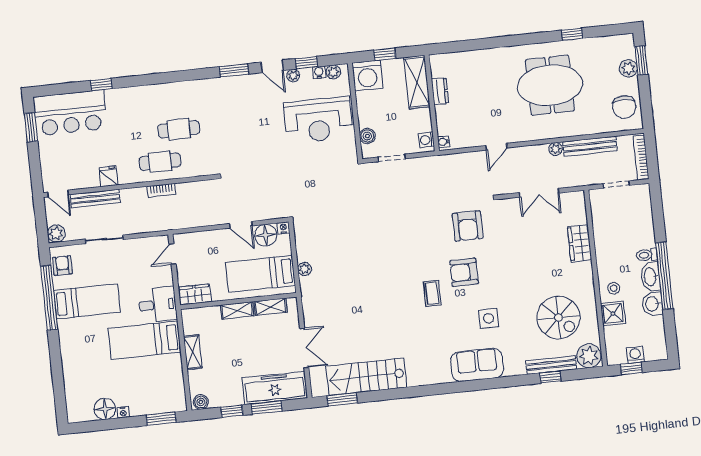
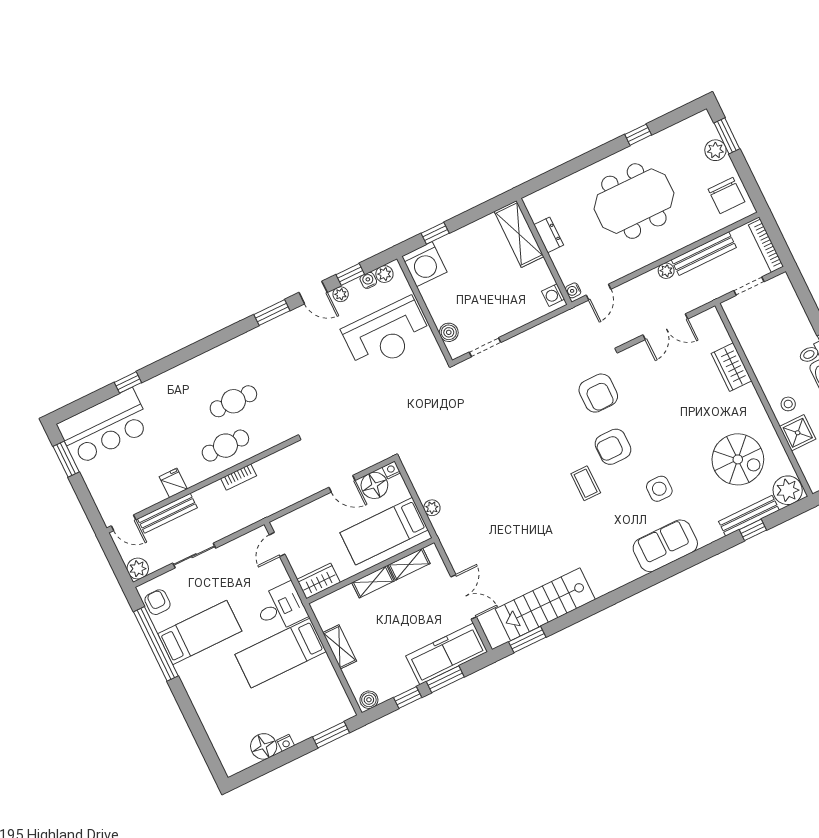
shelving: (417, 82) -> (519, 234), moved
dresser: (440, 91) -> (549, 235), moved
wall: (432, 103) -> (544, 251), moved
washing machine: (426, 140) -> (553, 295), moved
water cooler: (443, 142) -> (573, 290), moved

